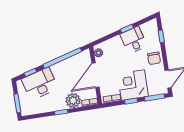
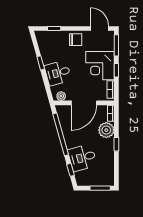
desk: (134, 40) -> (58, 73), moved
door: (95, 75) -> (84, 103), hinge flipped
desk: (40, 84) -> (82, 158), width x0.73

